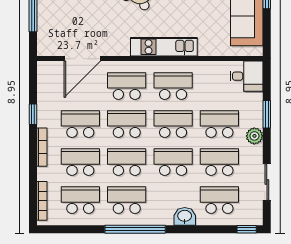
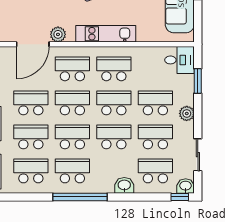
plant: (111, 48) -> (58, 34), added
window: (267, 114) -> (198, 81), moved
washbasin: (253, 217) -> (186, 186), added

